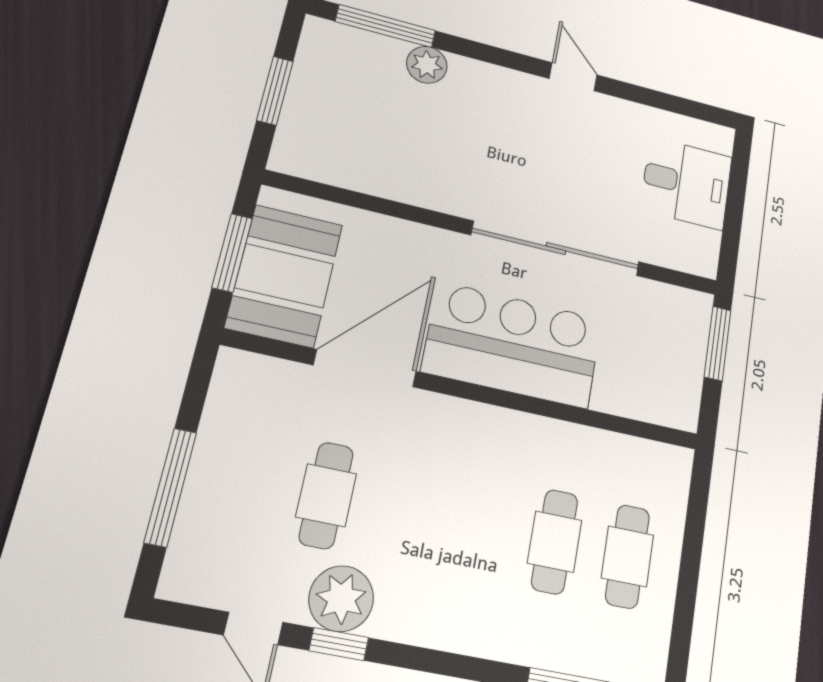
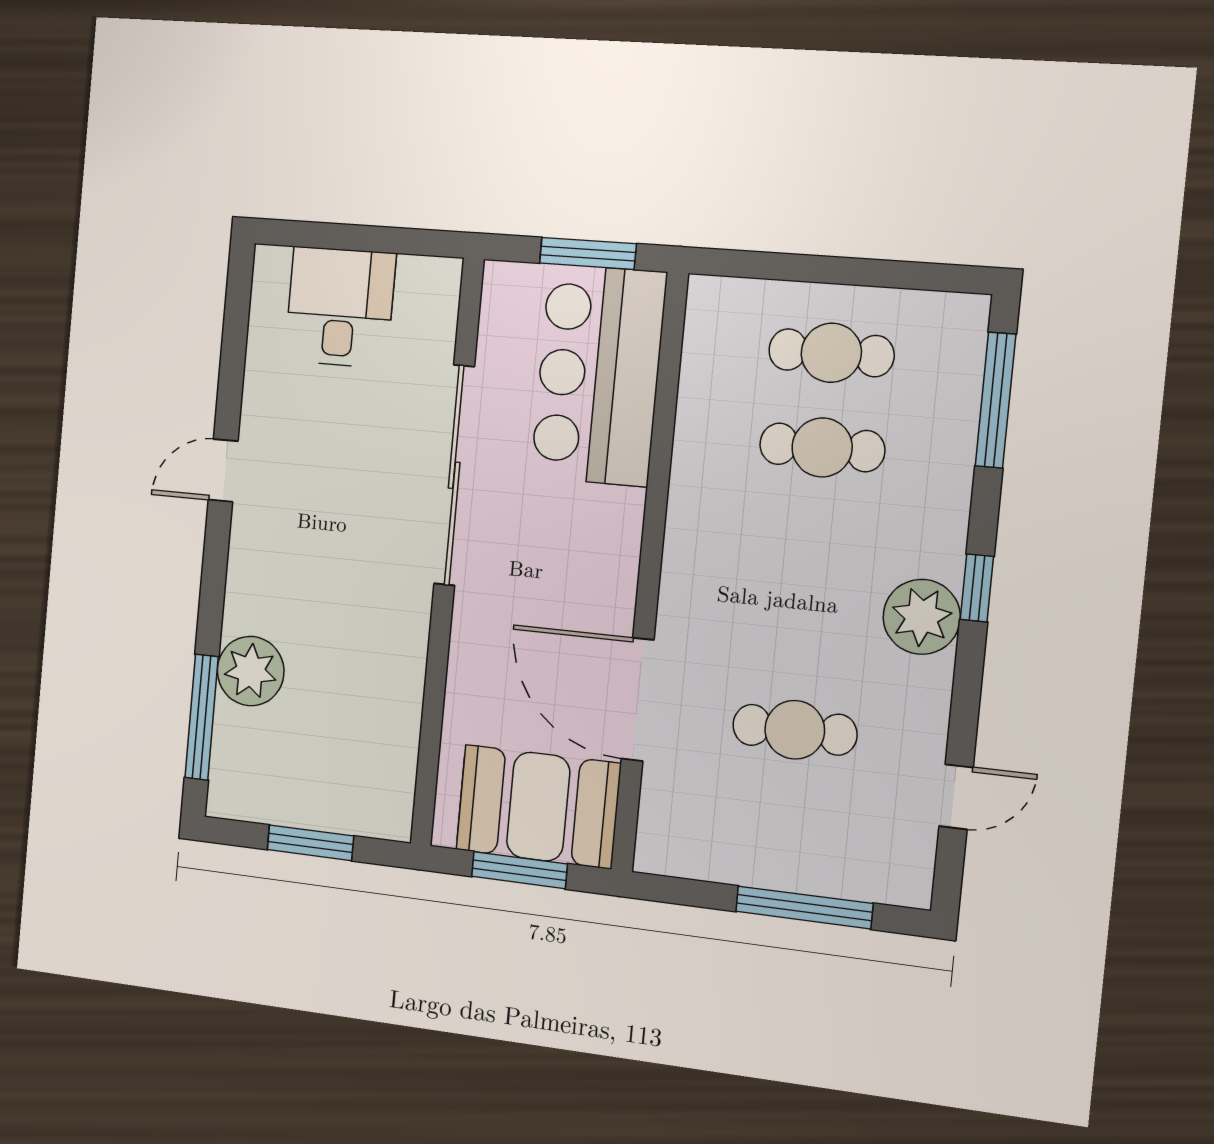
plant: (427, 65) -> (251, 671), width x1.36, depth x1.36
window: (718, 343) -> (588, 253), moved
bar counter: (513, 345) -> (599, 375), moved
plant: (341, 599) -> (922, 617), moved
window: (339, 644) -> (977, 588), moved

